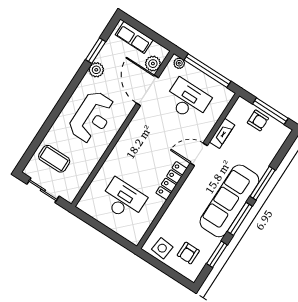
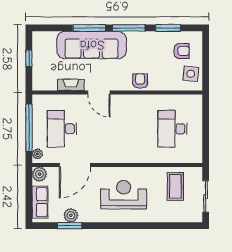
plant: (153, 64) -> (39, 174), moved
plant: (96, 70) -> (71, 215), moved
window: (270, 111) -> (29, 58), width x0.46
armchair: (258, 120) -> (140, 81), moved
coffee table: (54, 159) -> (175, 186), moved
locker: (171, 181) -> (133, 101), removed
sofa: (229, 201) -> (92, 45), moved

